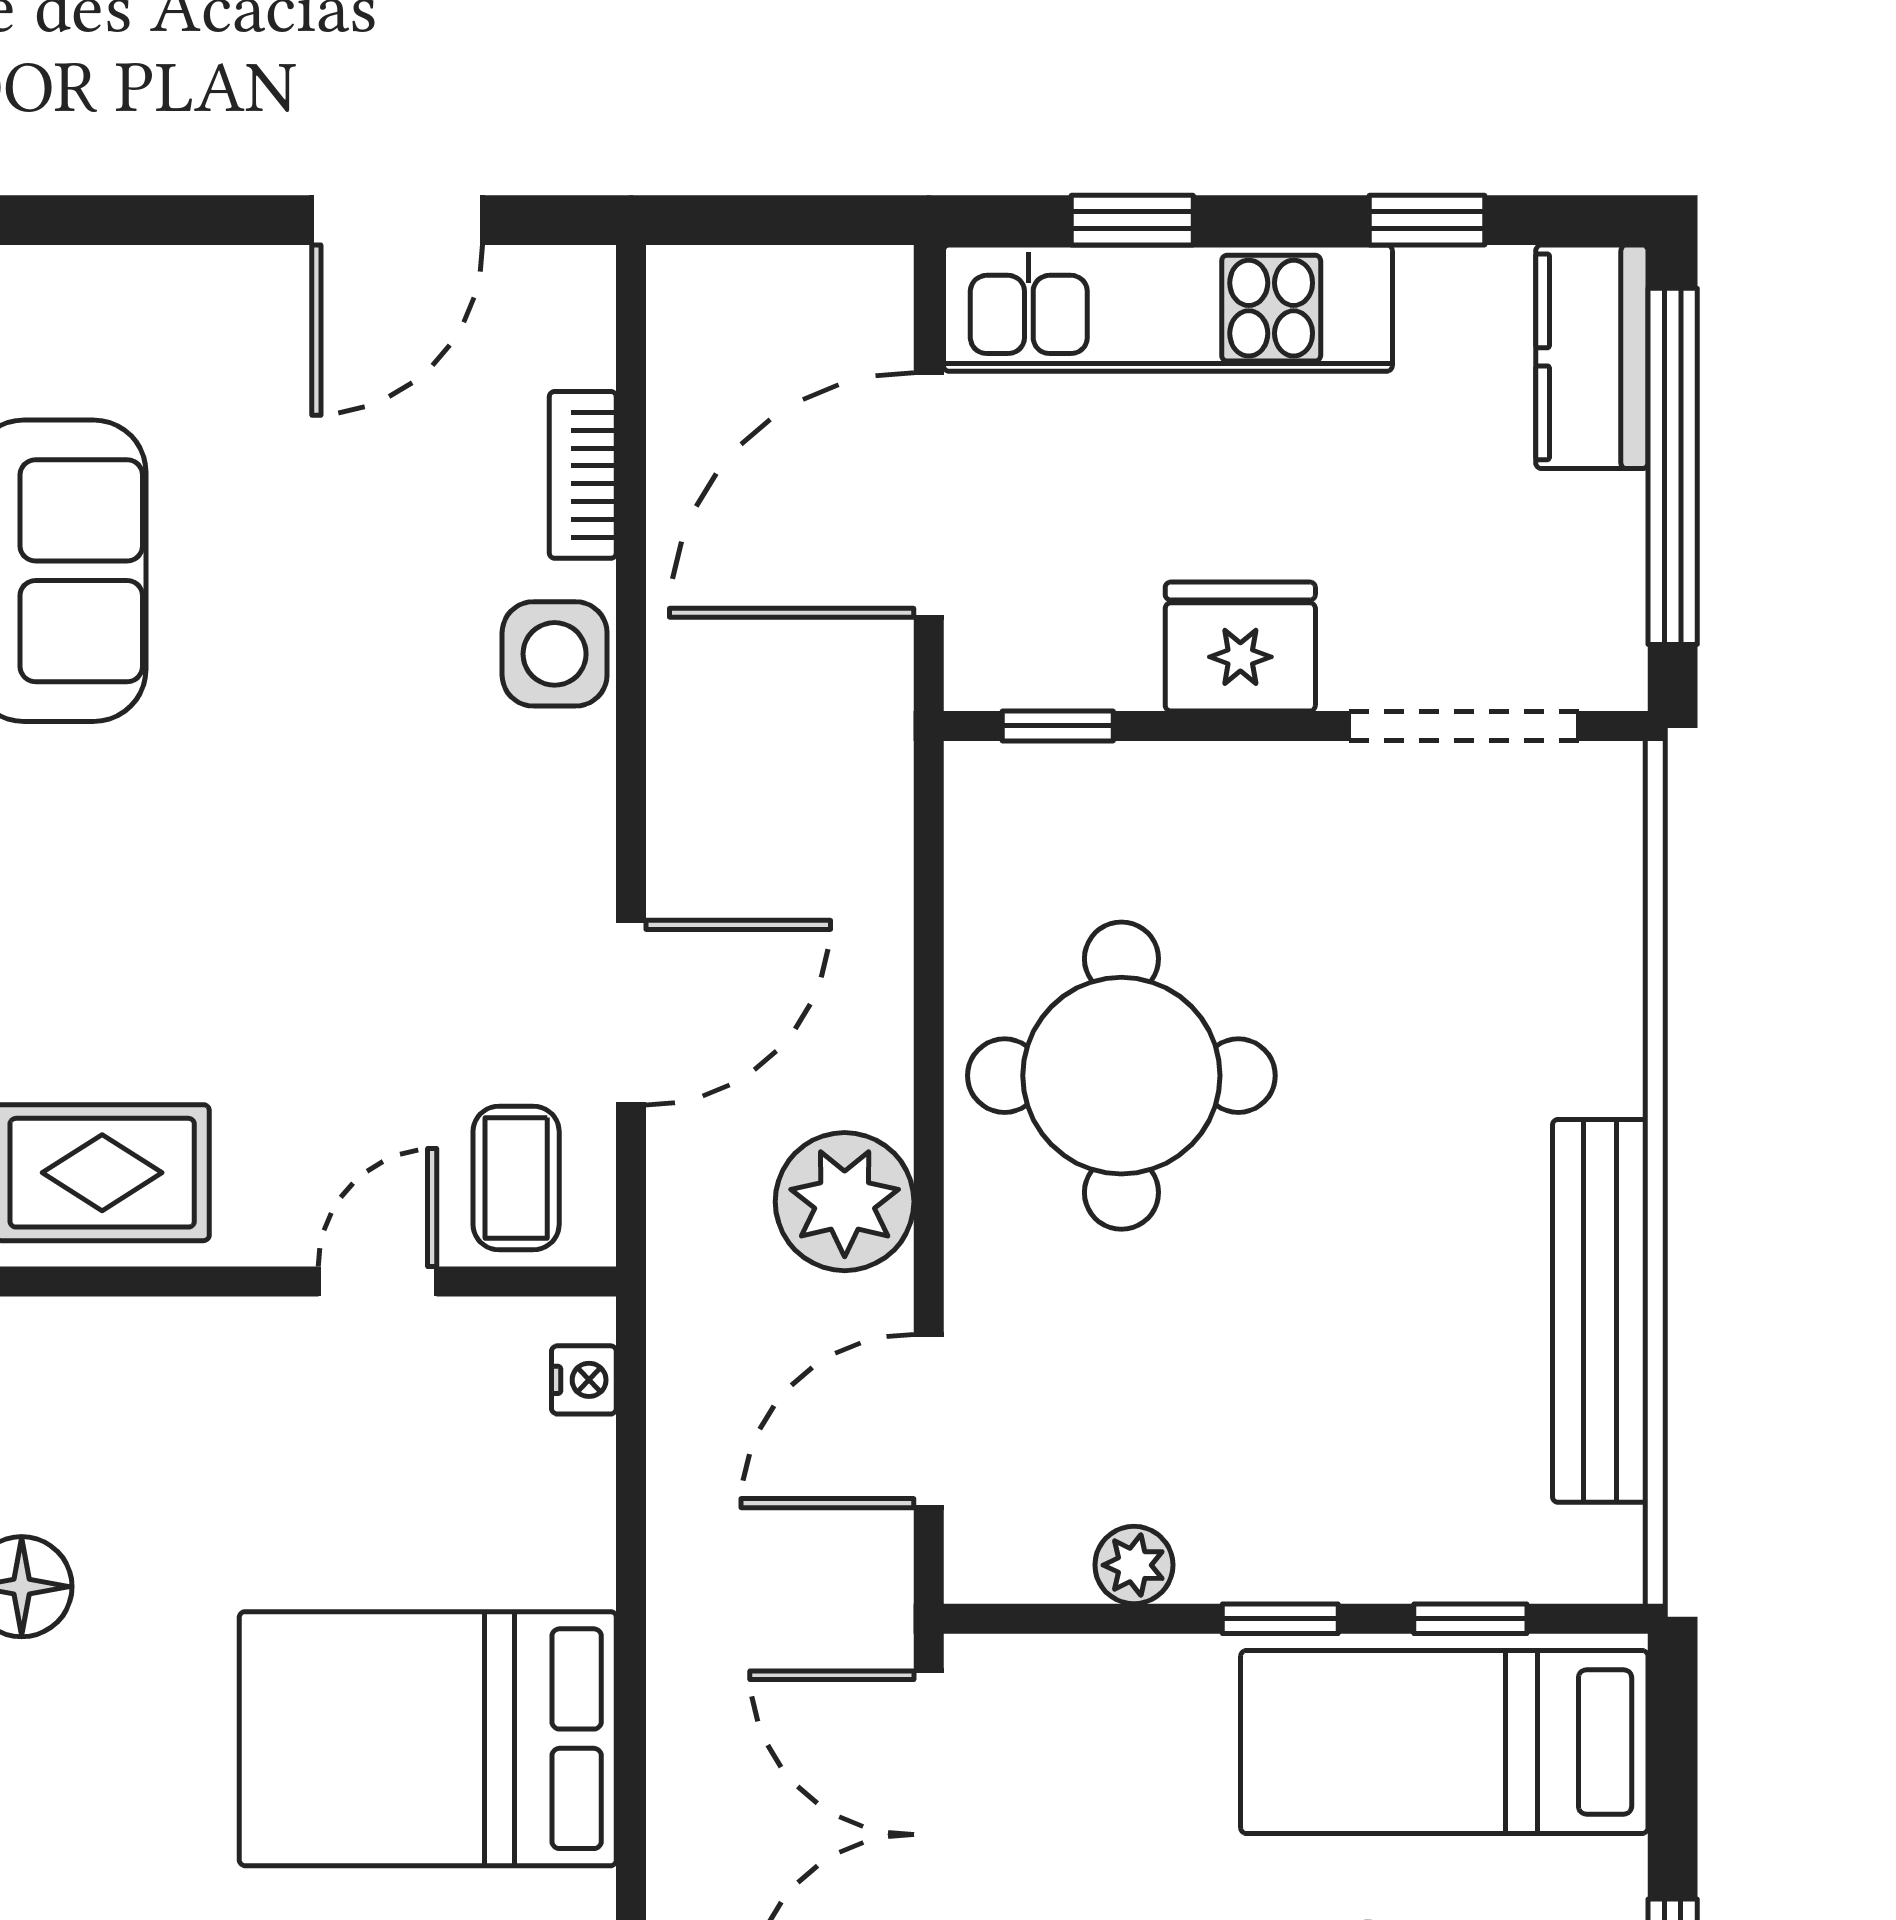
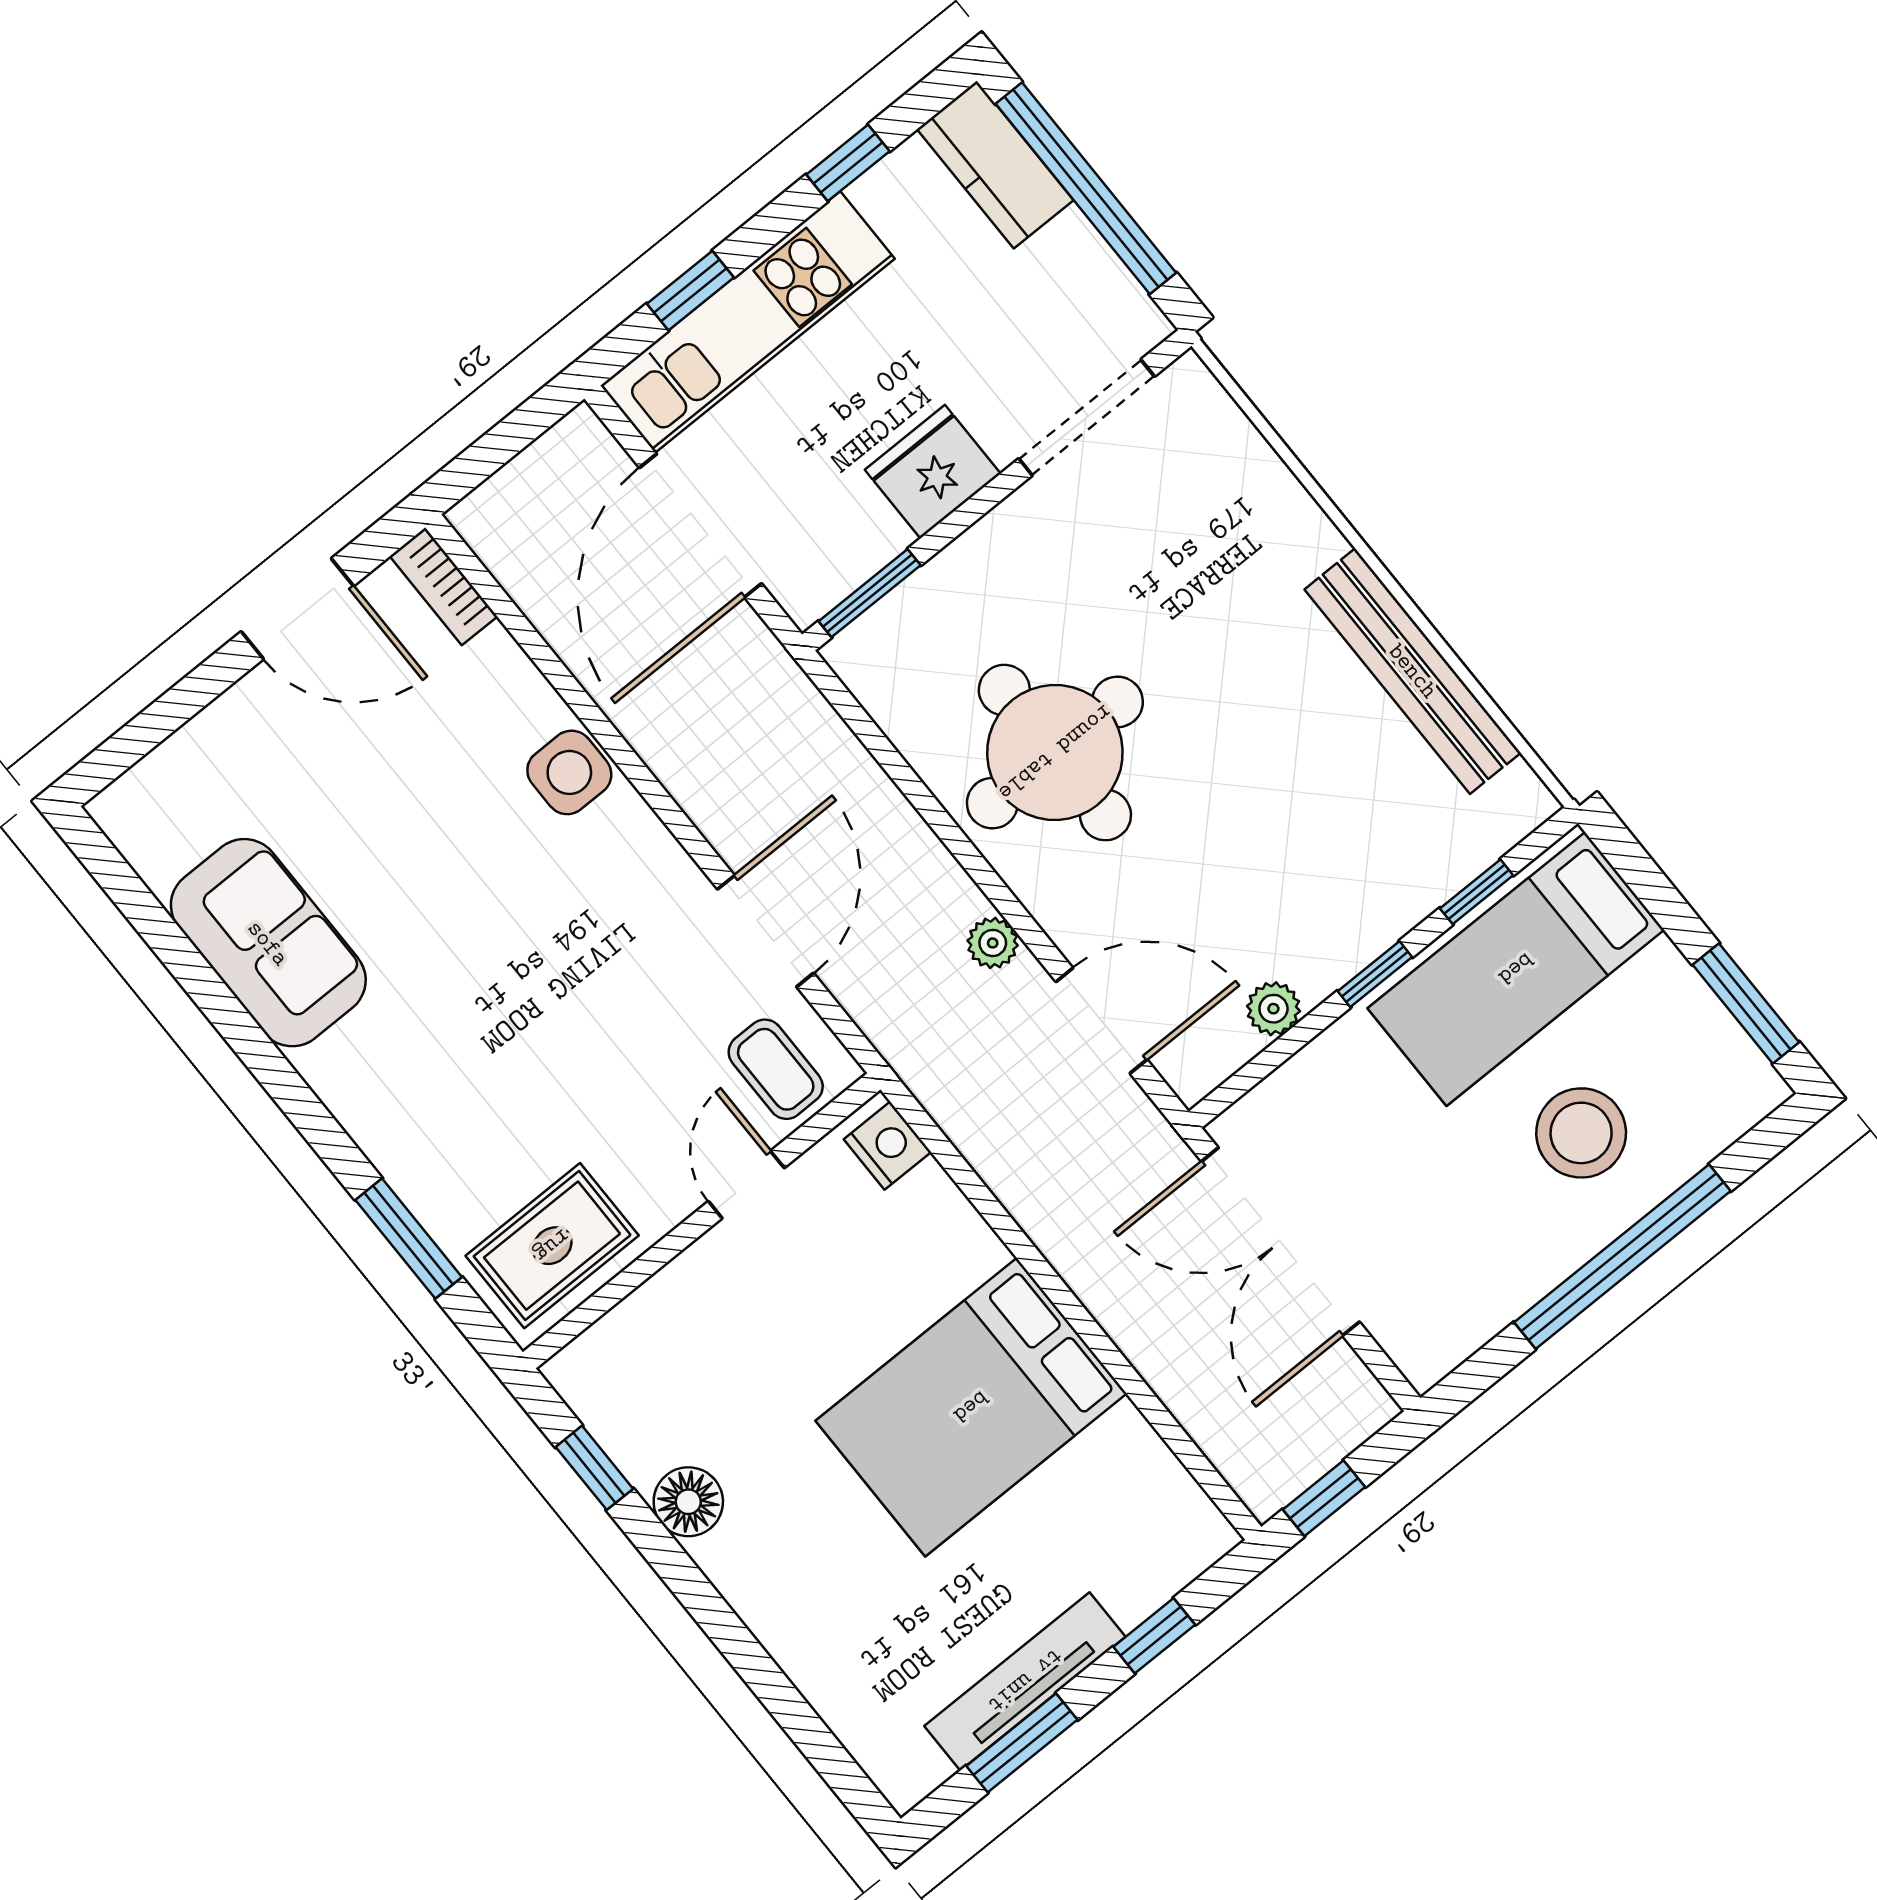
door: (397, 220) -> (297, 609), hinge flipped
bookcase: (583, 475) -> (444, 586), moved
window: (1058, 726) -> (870, 593), width x1.50
plant: (845, 1202) -> (993, 943), width x0.53, depth x0.53
nightstand: (584, 1380) -> (887, 1146), width x1.39, depth x1.35
door: (929, 1421) -> (1101, 1021), swing flipped

